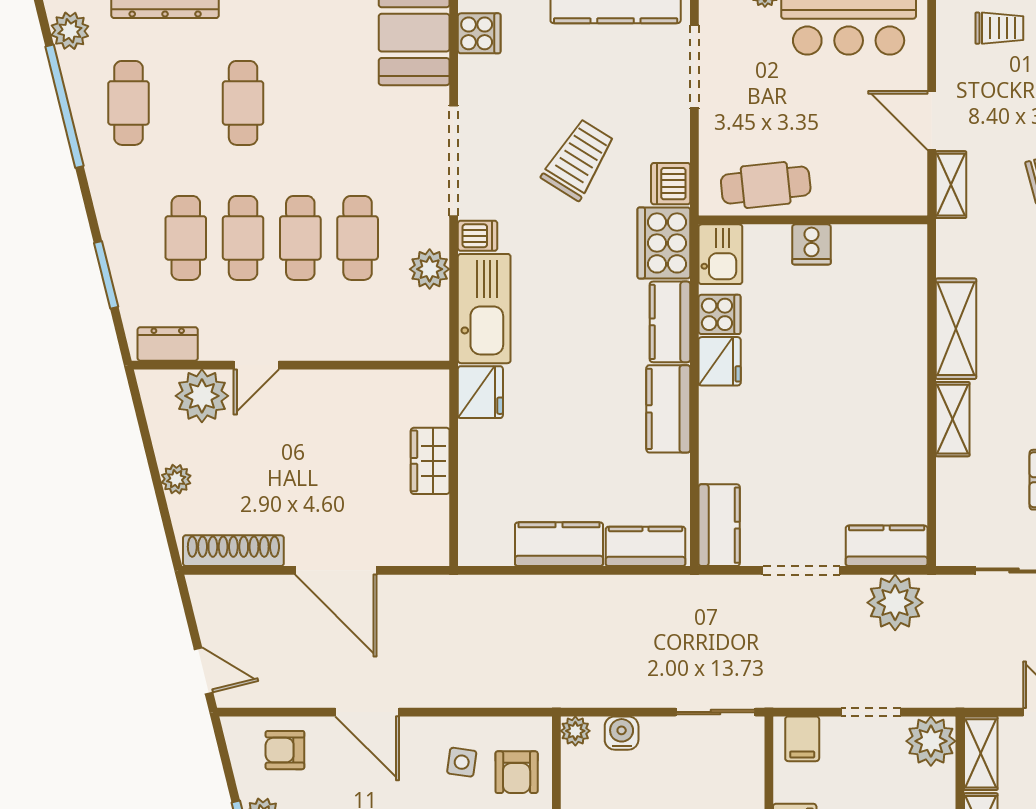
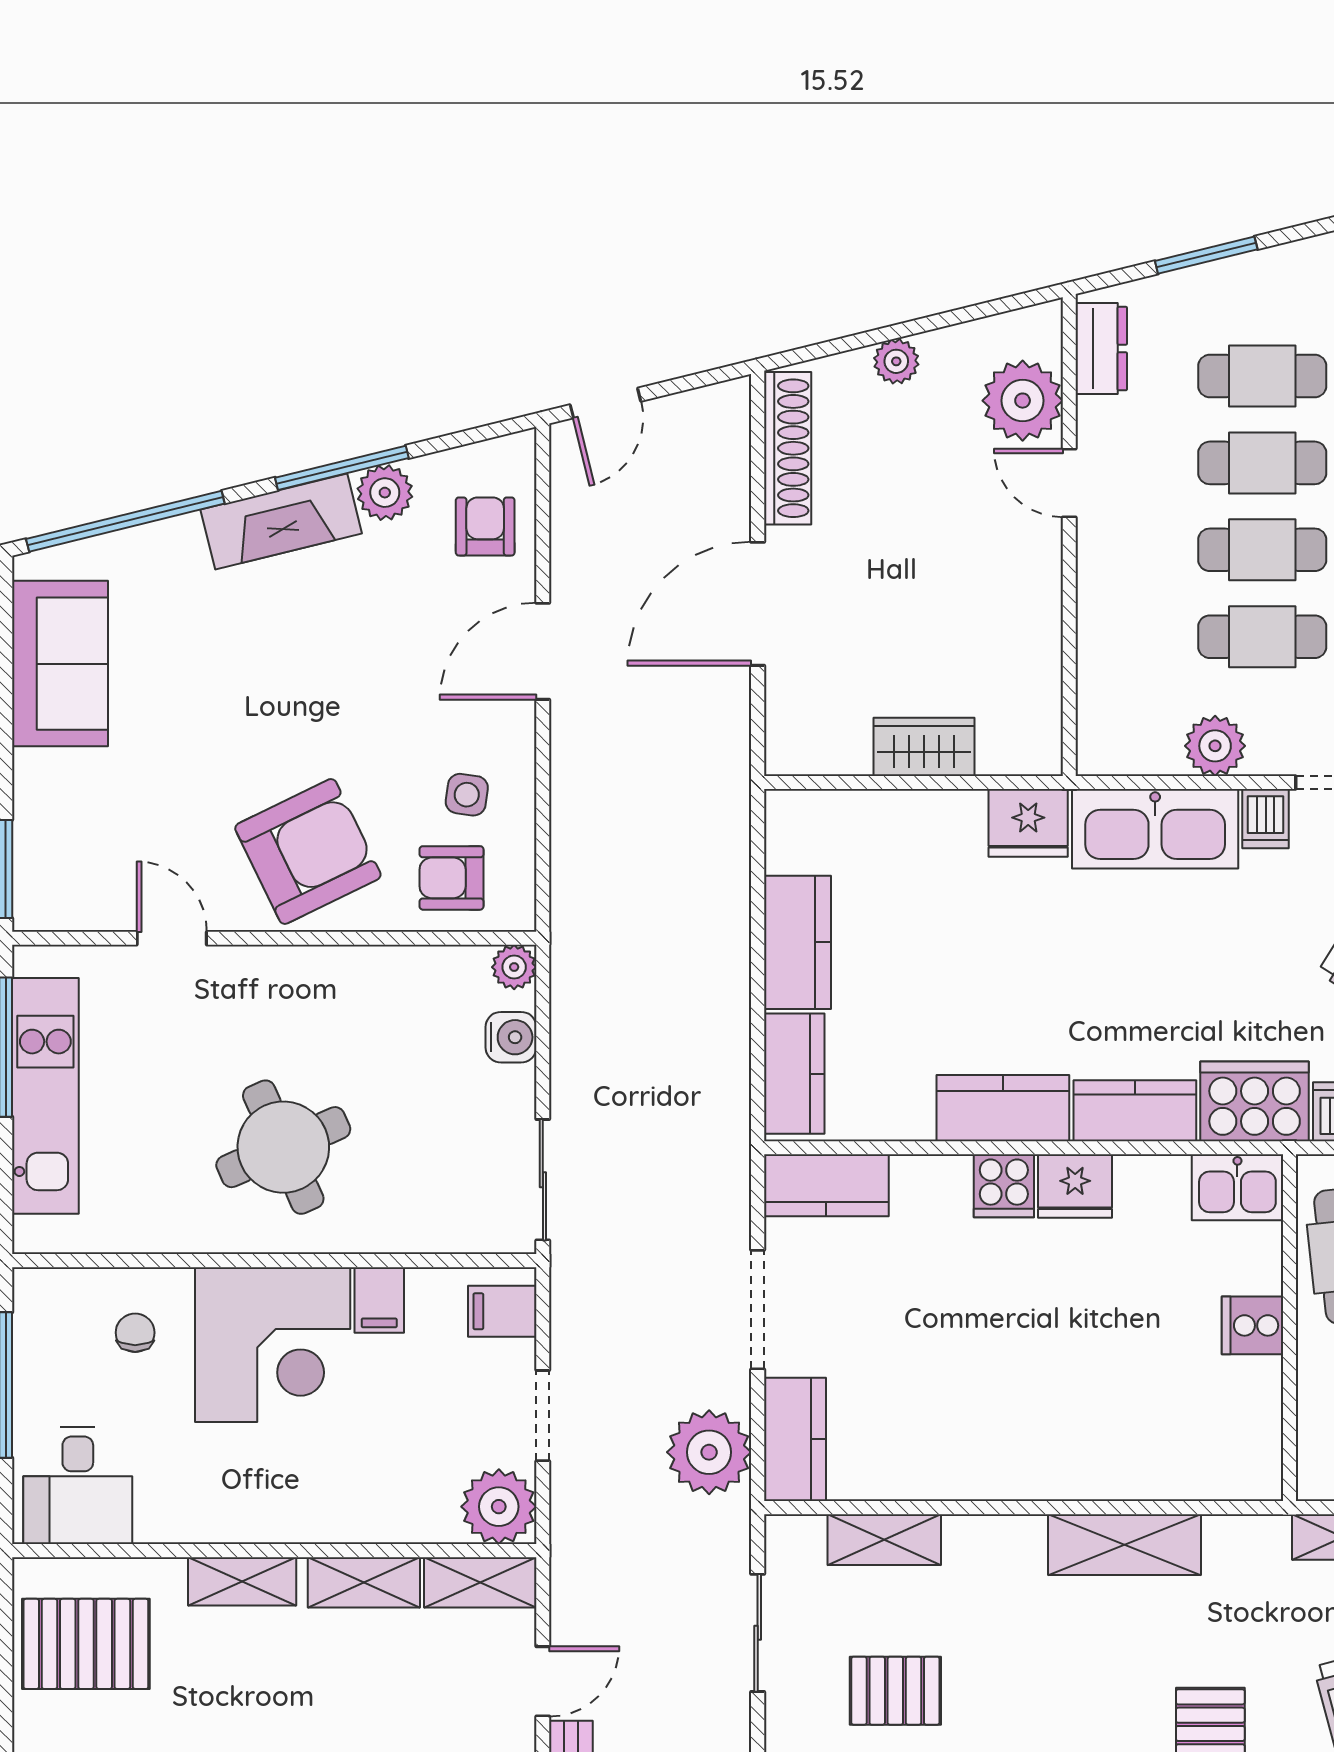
cooker: (719, 314) -> (1004, 1186), moved
shelving: (953, 419) -> (884, 1540), moved

